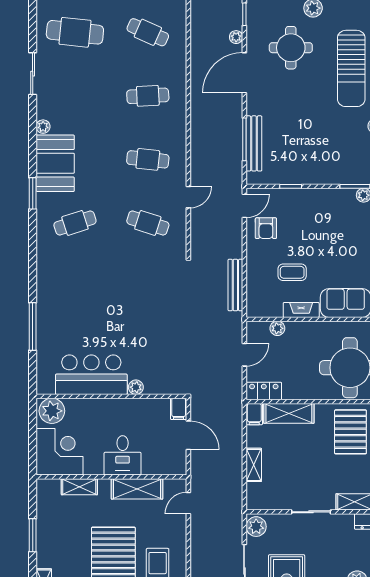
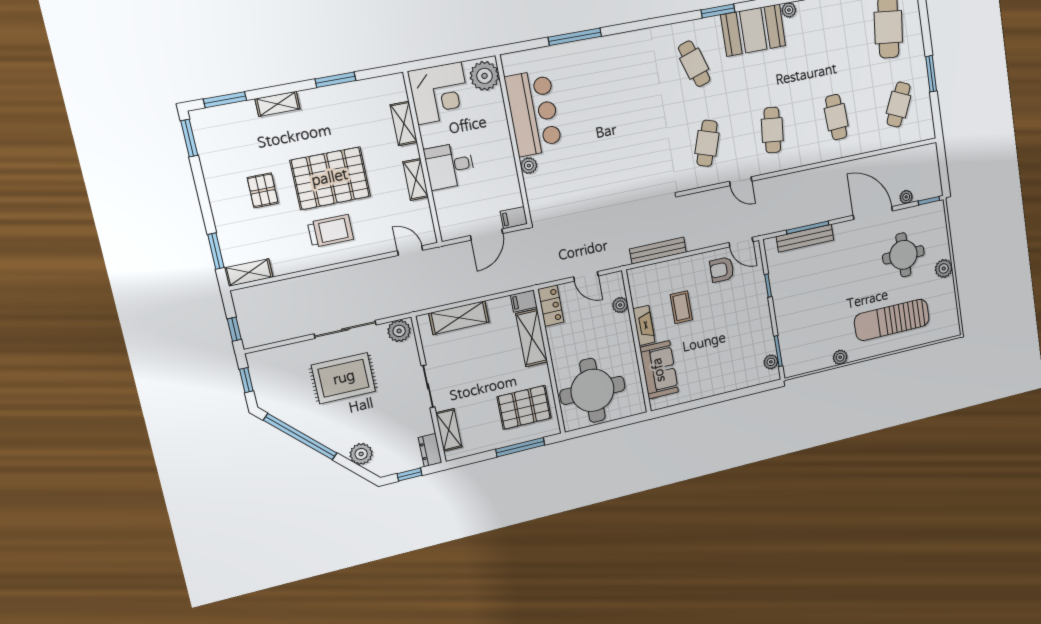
shelving: (254, 465) -> (459, 318), width x1.50, depth x1.33
shelving: (137, 489) -> (416, 179), width x0.67, depth x0.75

